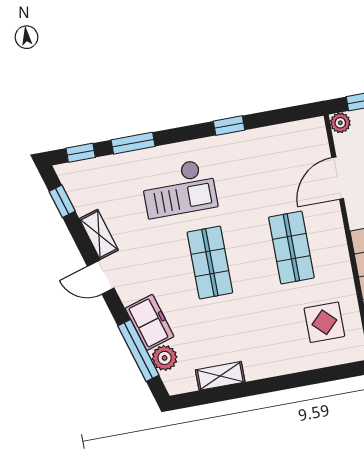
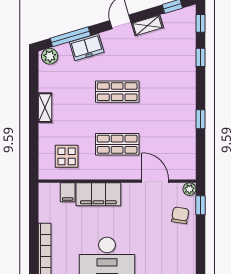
window: (133, 143) -> (201, 57), width x0.67
checkout: (179, 188) -> (167, 81), removed
plant: (165, 358) -> (50, 56), moved
shelving: (220, 376) -> (45, 108), moved

